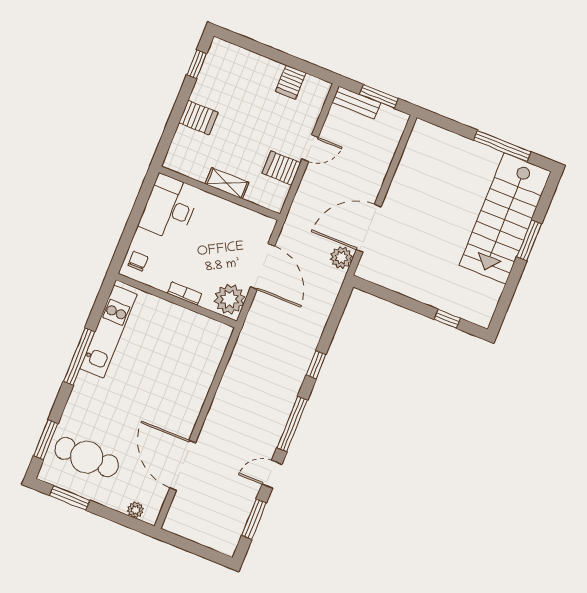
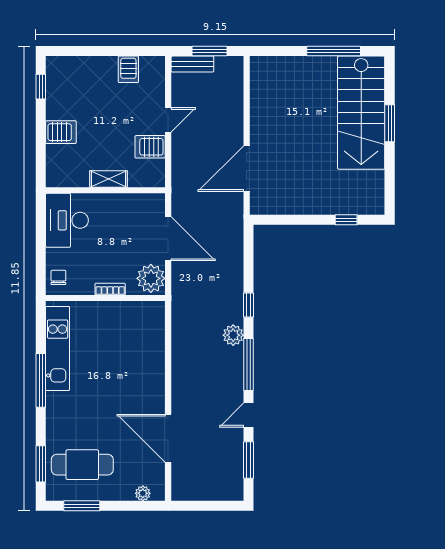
plant: (341, 258) -> (233, 335), moved

